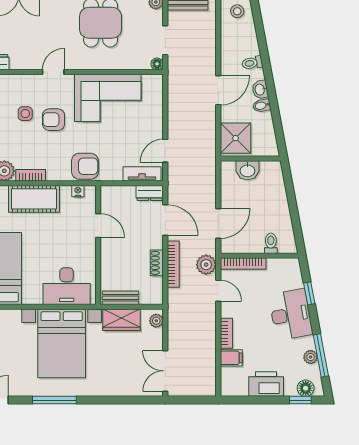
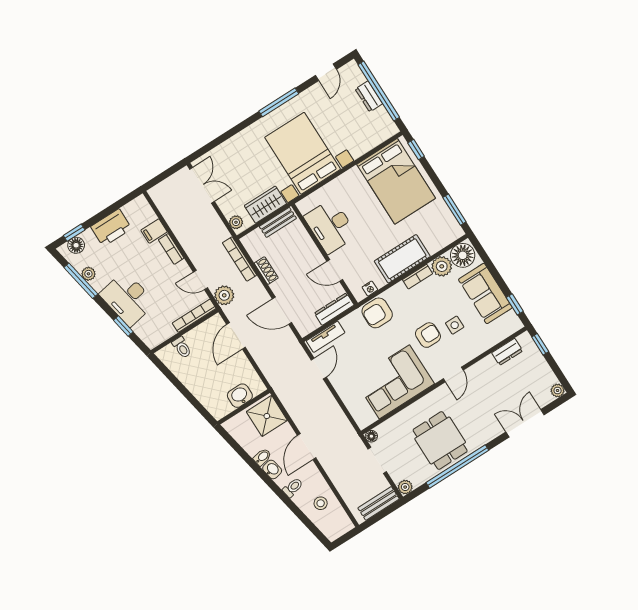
stool: (237, 11) -> (321, 503), moved
dresser: (150, 193) -> (334, 309), moved, width x1.44
bookcase: (173, 264) -> (239, 259), moved
desk: (67, 286) -> (330, 226), moved, turned -90

